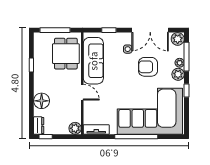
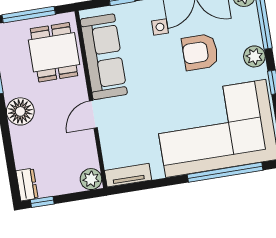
plant: (180, 63) -> (254, 36), removed
door: (82, 92) -> (93, 114), swing flipped
floor lamp: (42, 101) -> (20, 111), moved
window: (136, 137) -> (225, 172), moved

